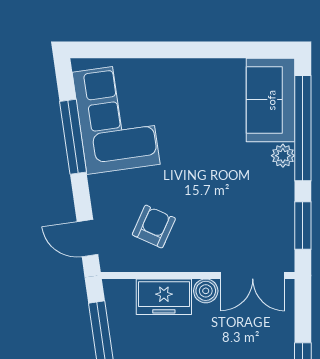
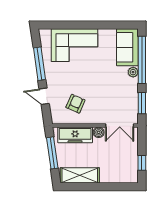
corner sofa: (116, 118) -> (75, 45), moved, turned 98
door: (88, 238) -> (44, 96), moved
freezer: (164, 297) -> (75, 135), width x1.40

